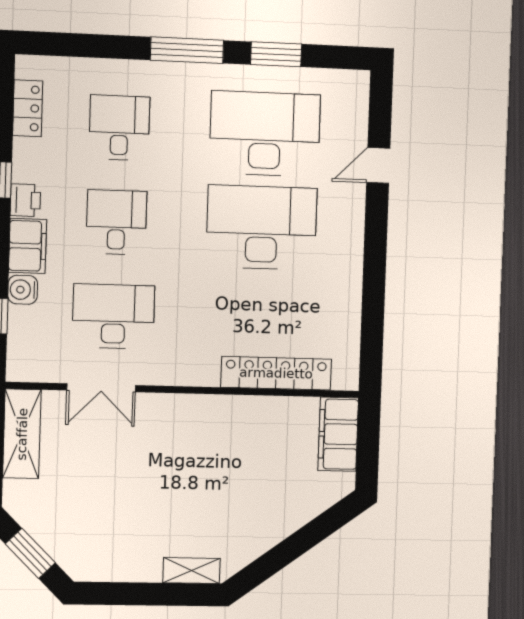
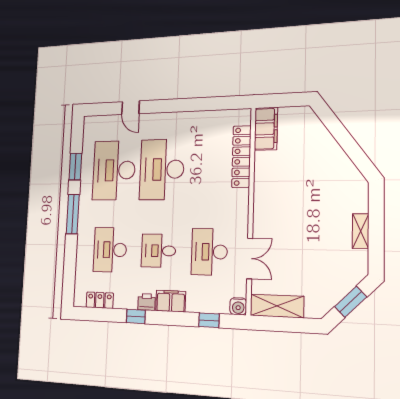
desk: (119, 128) -> (110, 250), width x1.37
water cooler: (23, 290) -> (238, 306), moved
filing cabinet: (338, 434) -> (266, 129), moved, turned -90
shelving: (191, 571) -> (361, 231), moved

